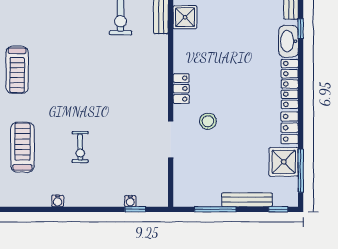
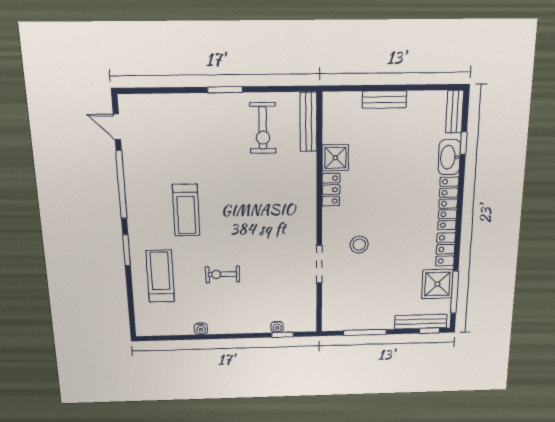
shower: (185, 17) -> (335, 158), moved
treadmill: (17, 70) -> (186, 210), moved
locker: (181, 89) -> (331, 190), moved
exercise bike: (80, 147) -> (223, 274), turned 90
bench: (247, 200) -> (421, 322), moved

